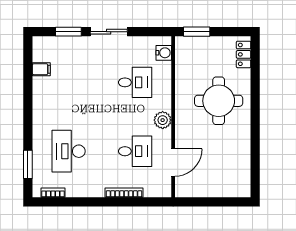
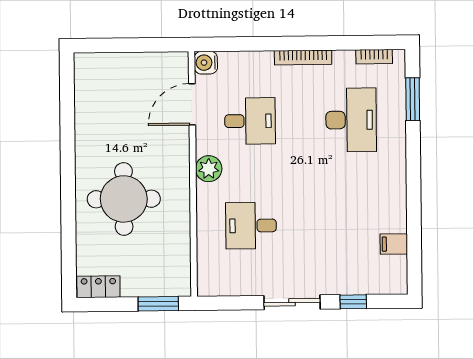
window: (68, 32) -> (353, 302), width x0.67
water cooler: (164, 53) -> (206, 63), moved
locker: (244, 54) -> (98, 287), moved, turned -90
desk: (135, 151) -> (250, 121), turned 180
bookcase: (124, 193) -> (303, 57), moved

